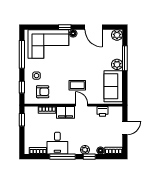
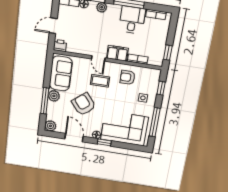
armchair: (89, 61) -> (84, 104), added
armchair: (43, 92) -> (128, 77), moved
printer: (102, 111) -> (60, 46), moved

